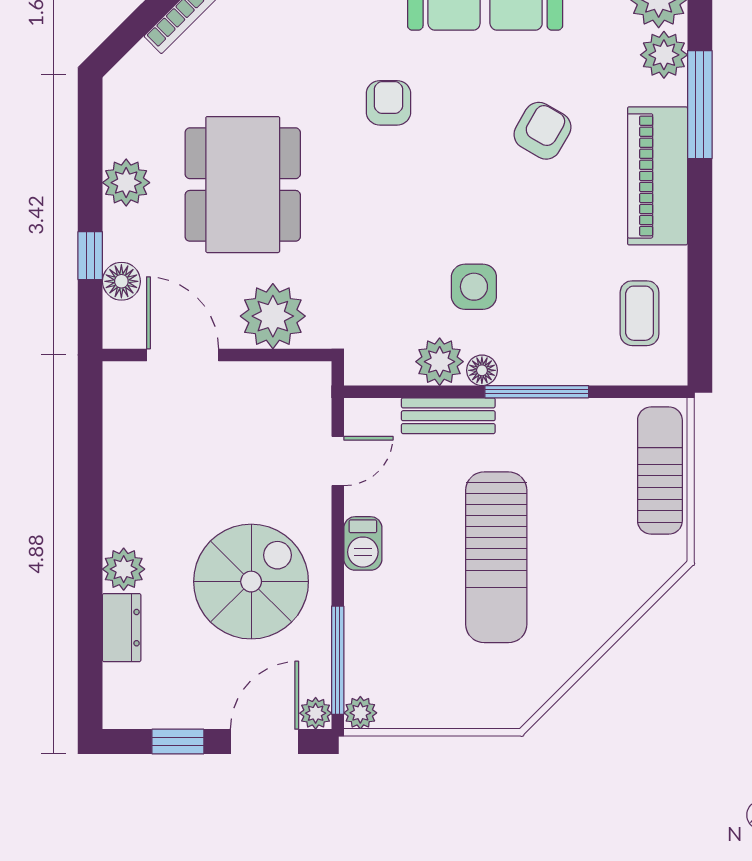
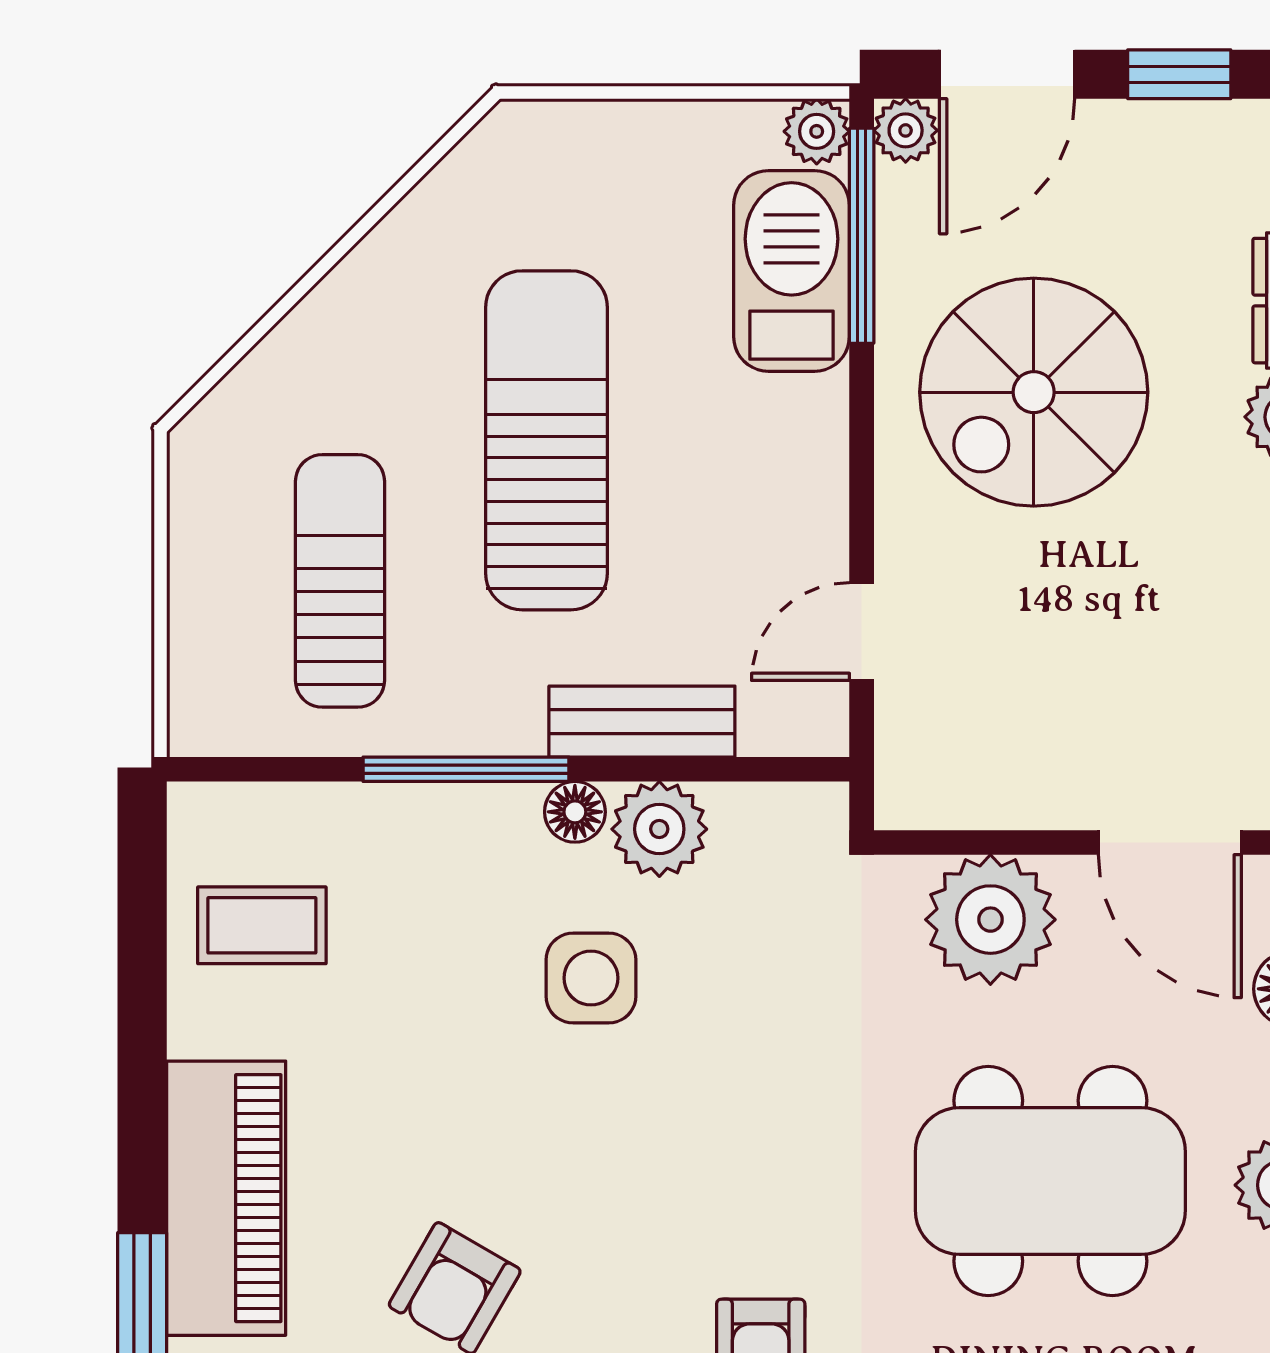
dining table: (243, 185) -> (1050, 1181), turned 90
coffee table: (640, 313) -> (262, 925), turned 90
sun lounger: (660, 471) -> (340, 581), moved, turned 180
barbecue: (363, 543) -> (792, 271), moved, width x1.88, depth x1.53

